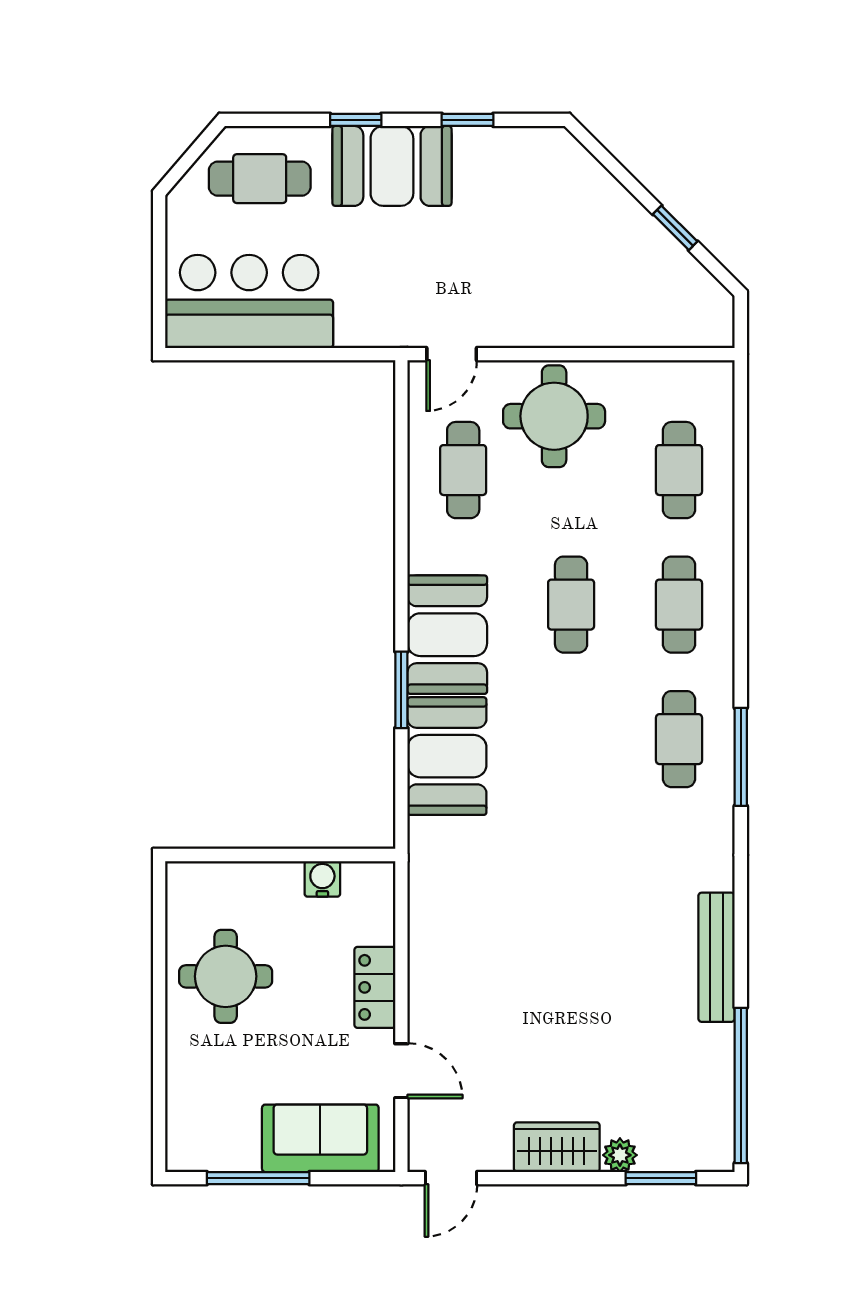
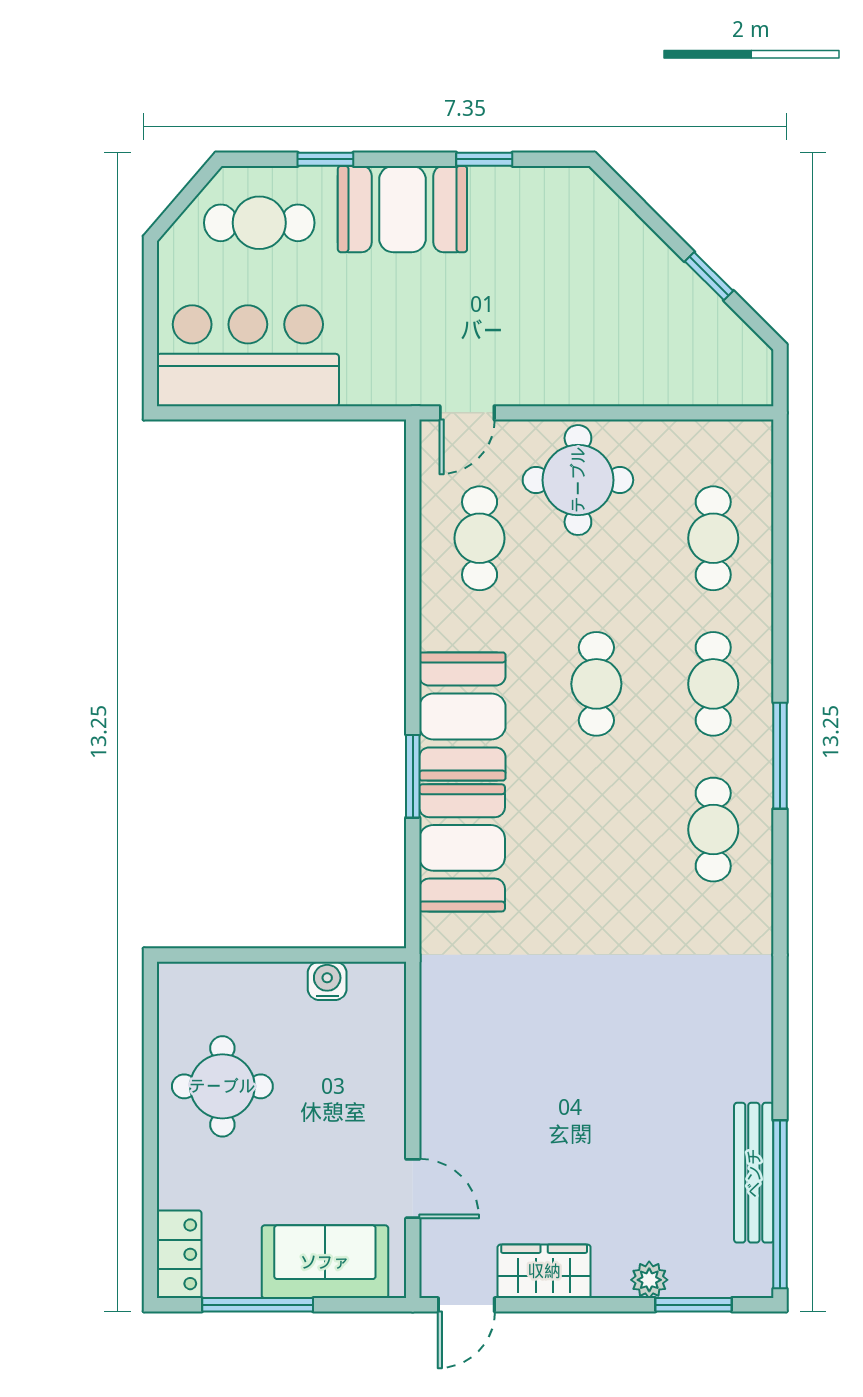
window: (356, 120) -> (325, 159), moved
window: (741, 757) -> (780, 756), moved
bench: (717, 957) -> (754, 1173), moved
locker: (375, 987) -> (179, 1254), moved, turned 180
wardrobe: (557, 1147) -> (544, 1271), moved

